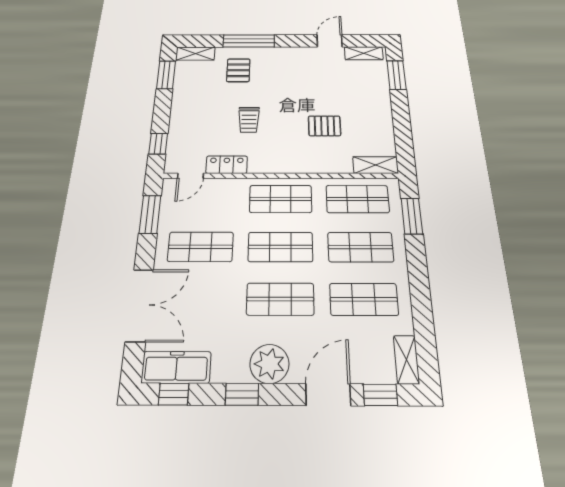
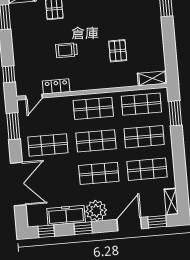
trolley: (249, 120) -> (67, 50), turned 90
pallet: (324, 126) -> (118, 51), turned 90
freezer: (176, 367) -> (66, 215), moved

